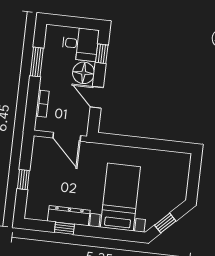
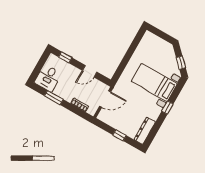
desk: (80, 44) -> (48, 78), moved, turned 180
floor lamp: (84, 73) -> (72, 73), removed
dresser: (69, 216) -> (145, 131), moved
window: (64, 228) -> (167, 108), moved

